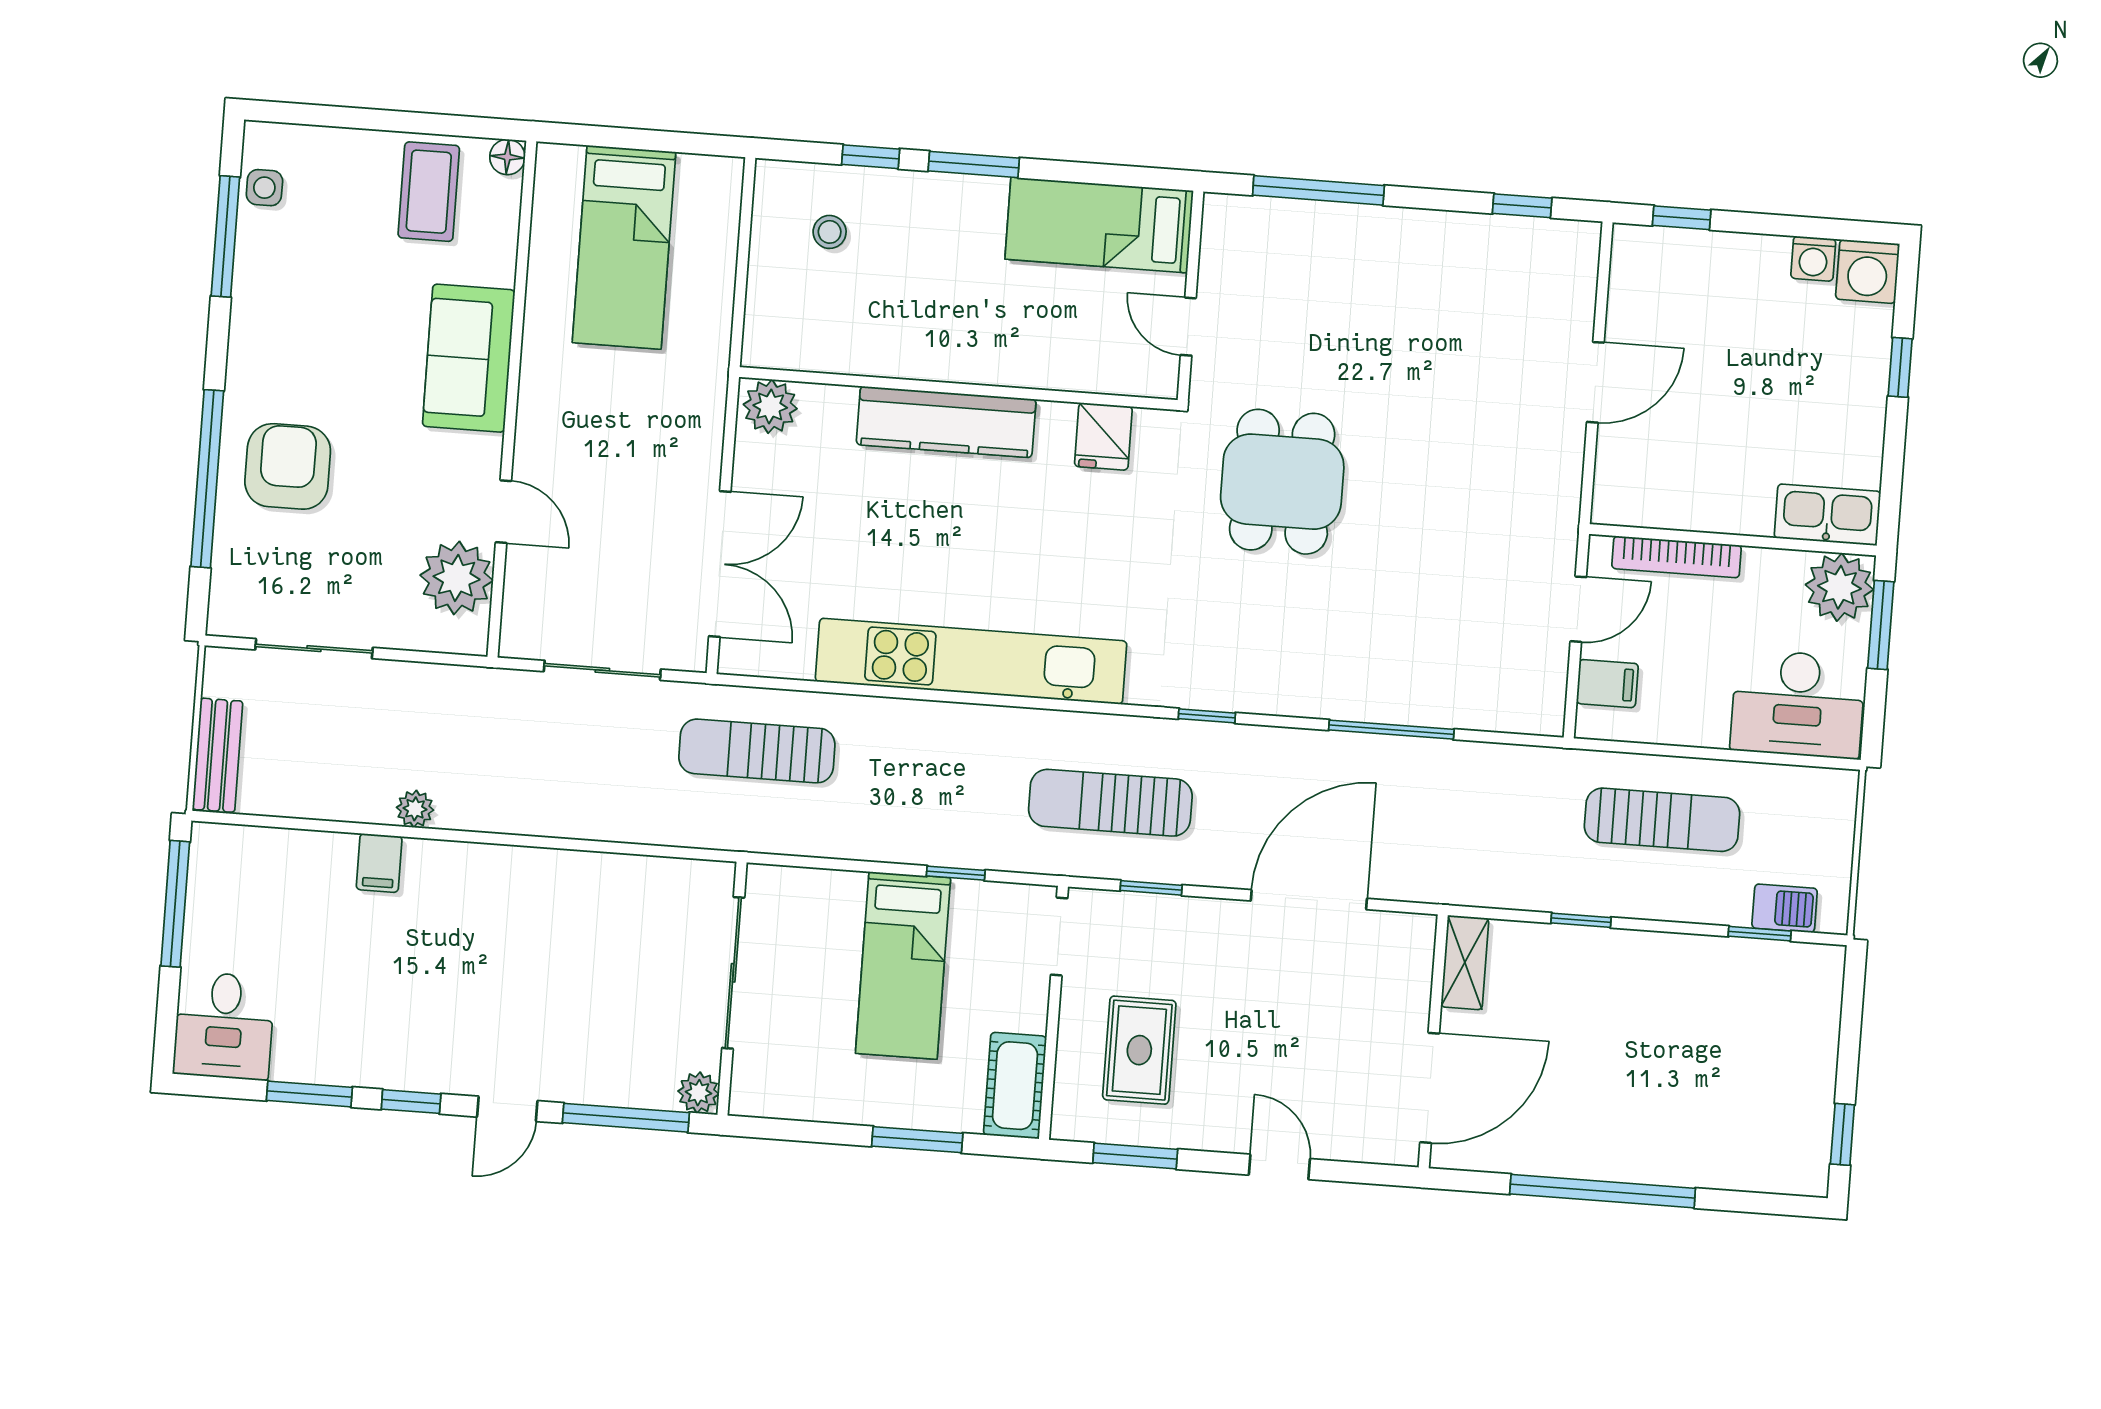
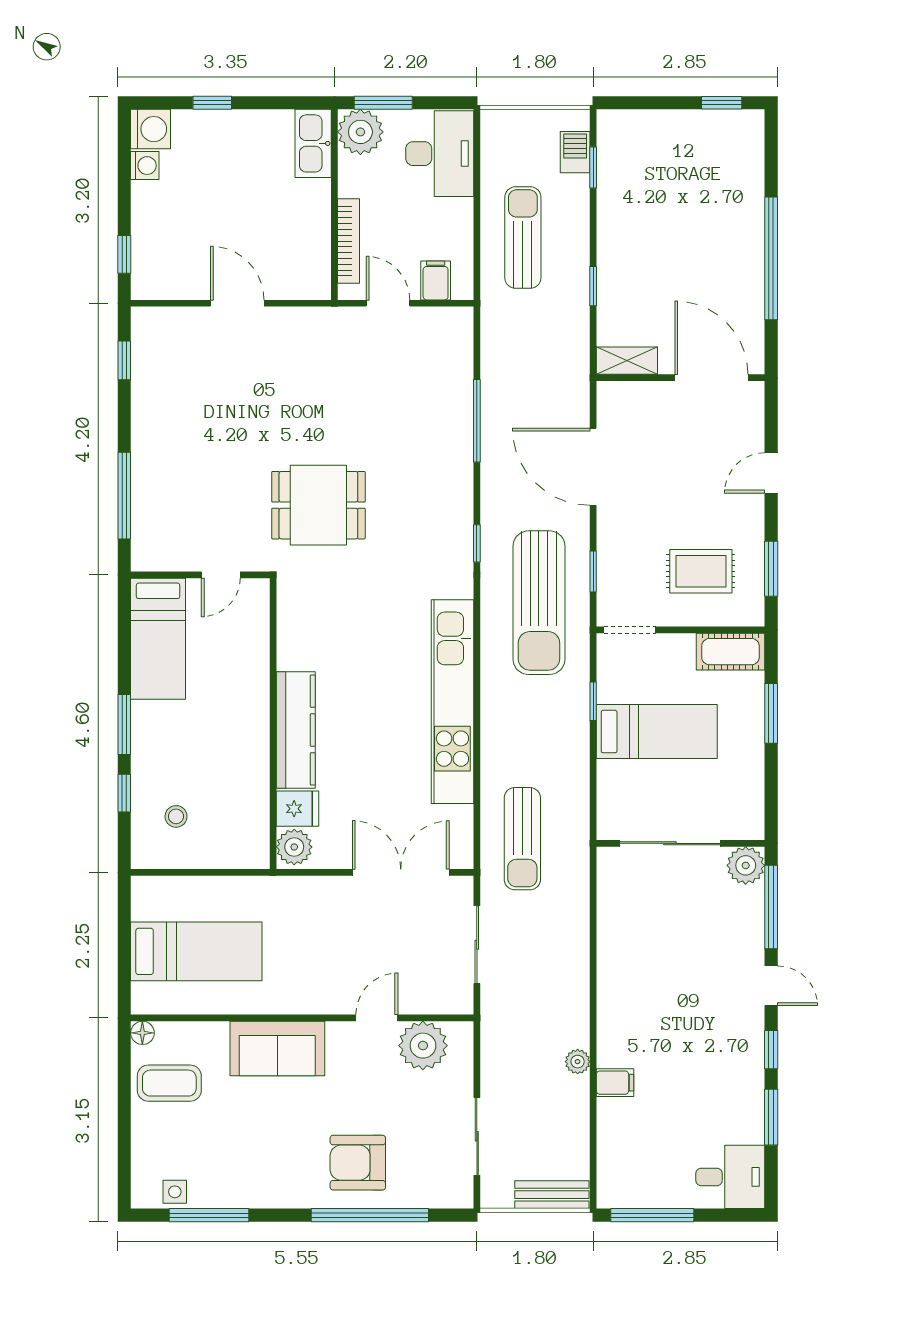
fridge: (1103, 436) -> (297, 809), moved
sun lounger: (1110, 803) -> (539, 603), width x1.36, depth x1.34
plant: (698, 1093) -> (746, 865), width x1.38, depth x1.38

